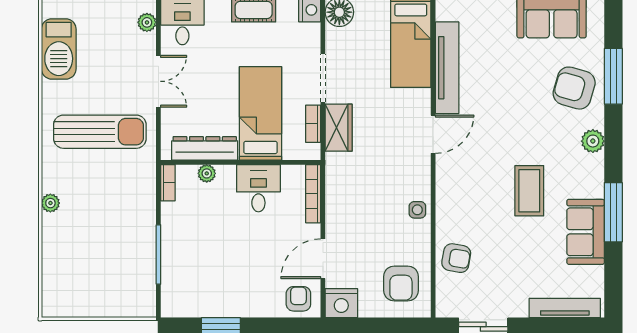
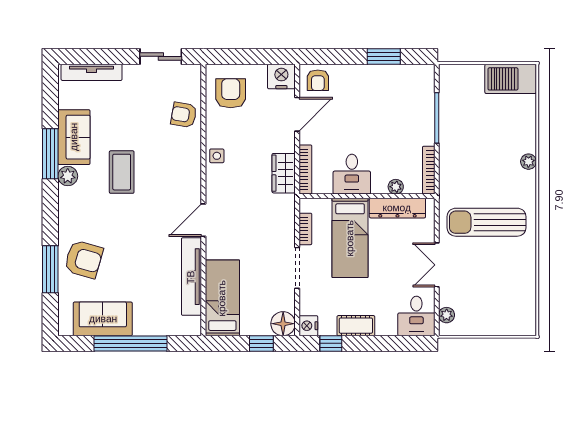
barbecue: (59, 49) -> (511, 79), moved, turned -90
wardrobe: (339, 128) -> (284, 173), moved
plant: (593, 141) -> (68, 176), moved
bookcase: (168, 183) -> (429, 170), width x1.56

